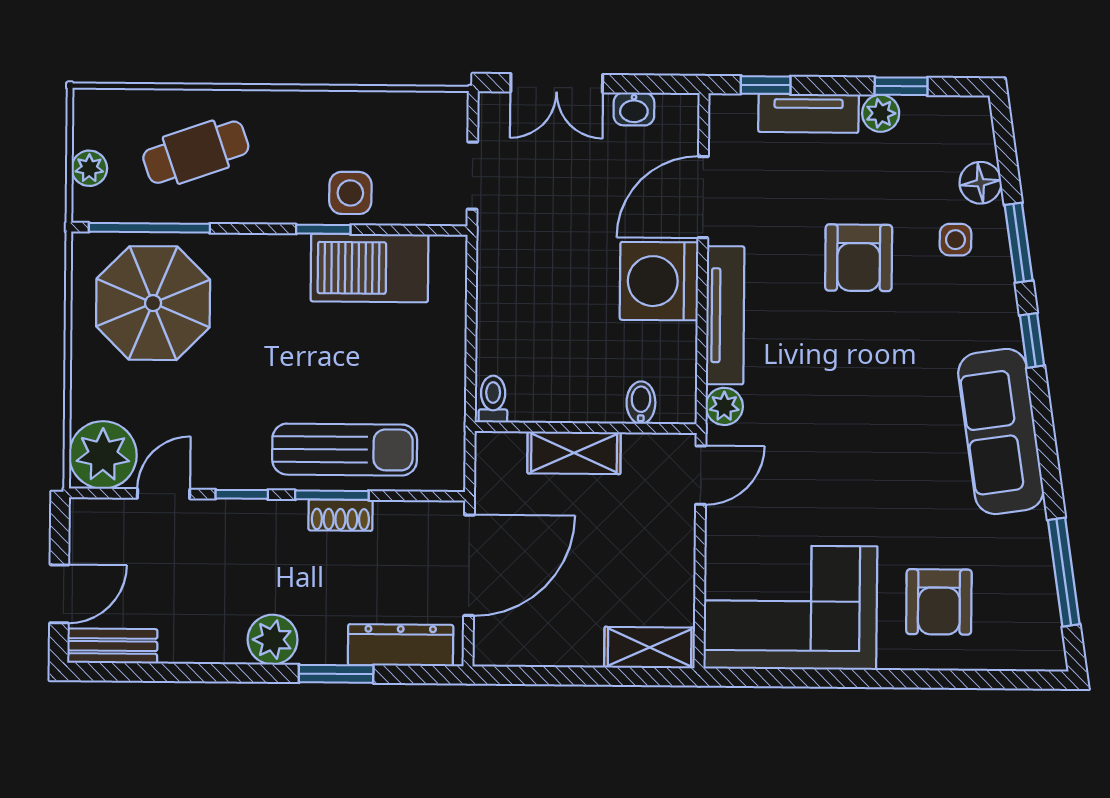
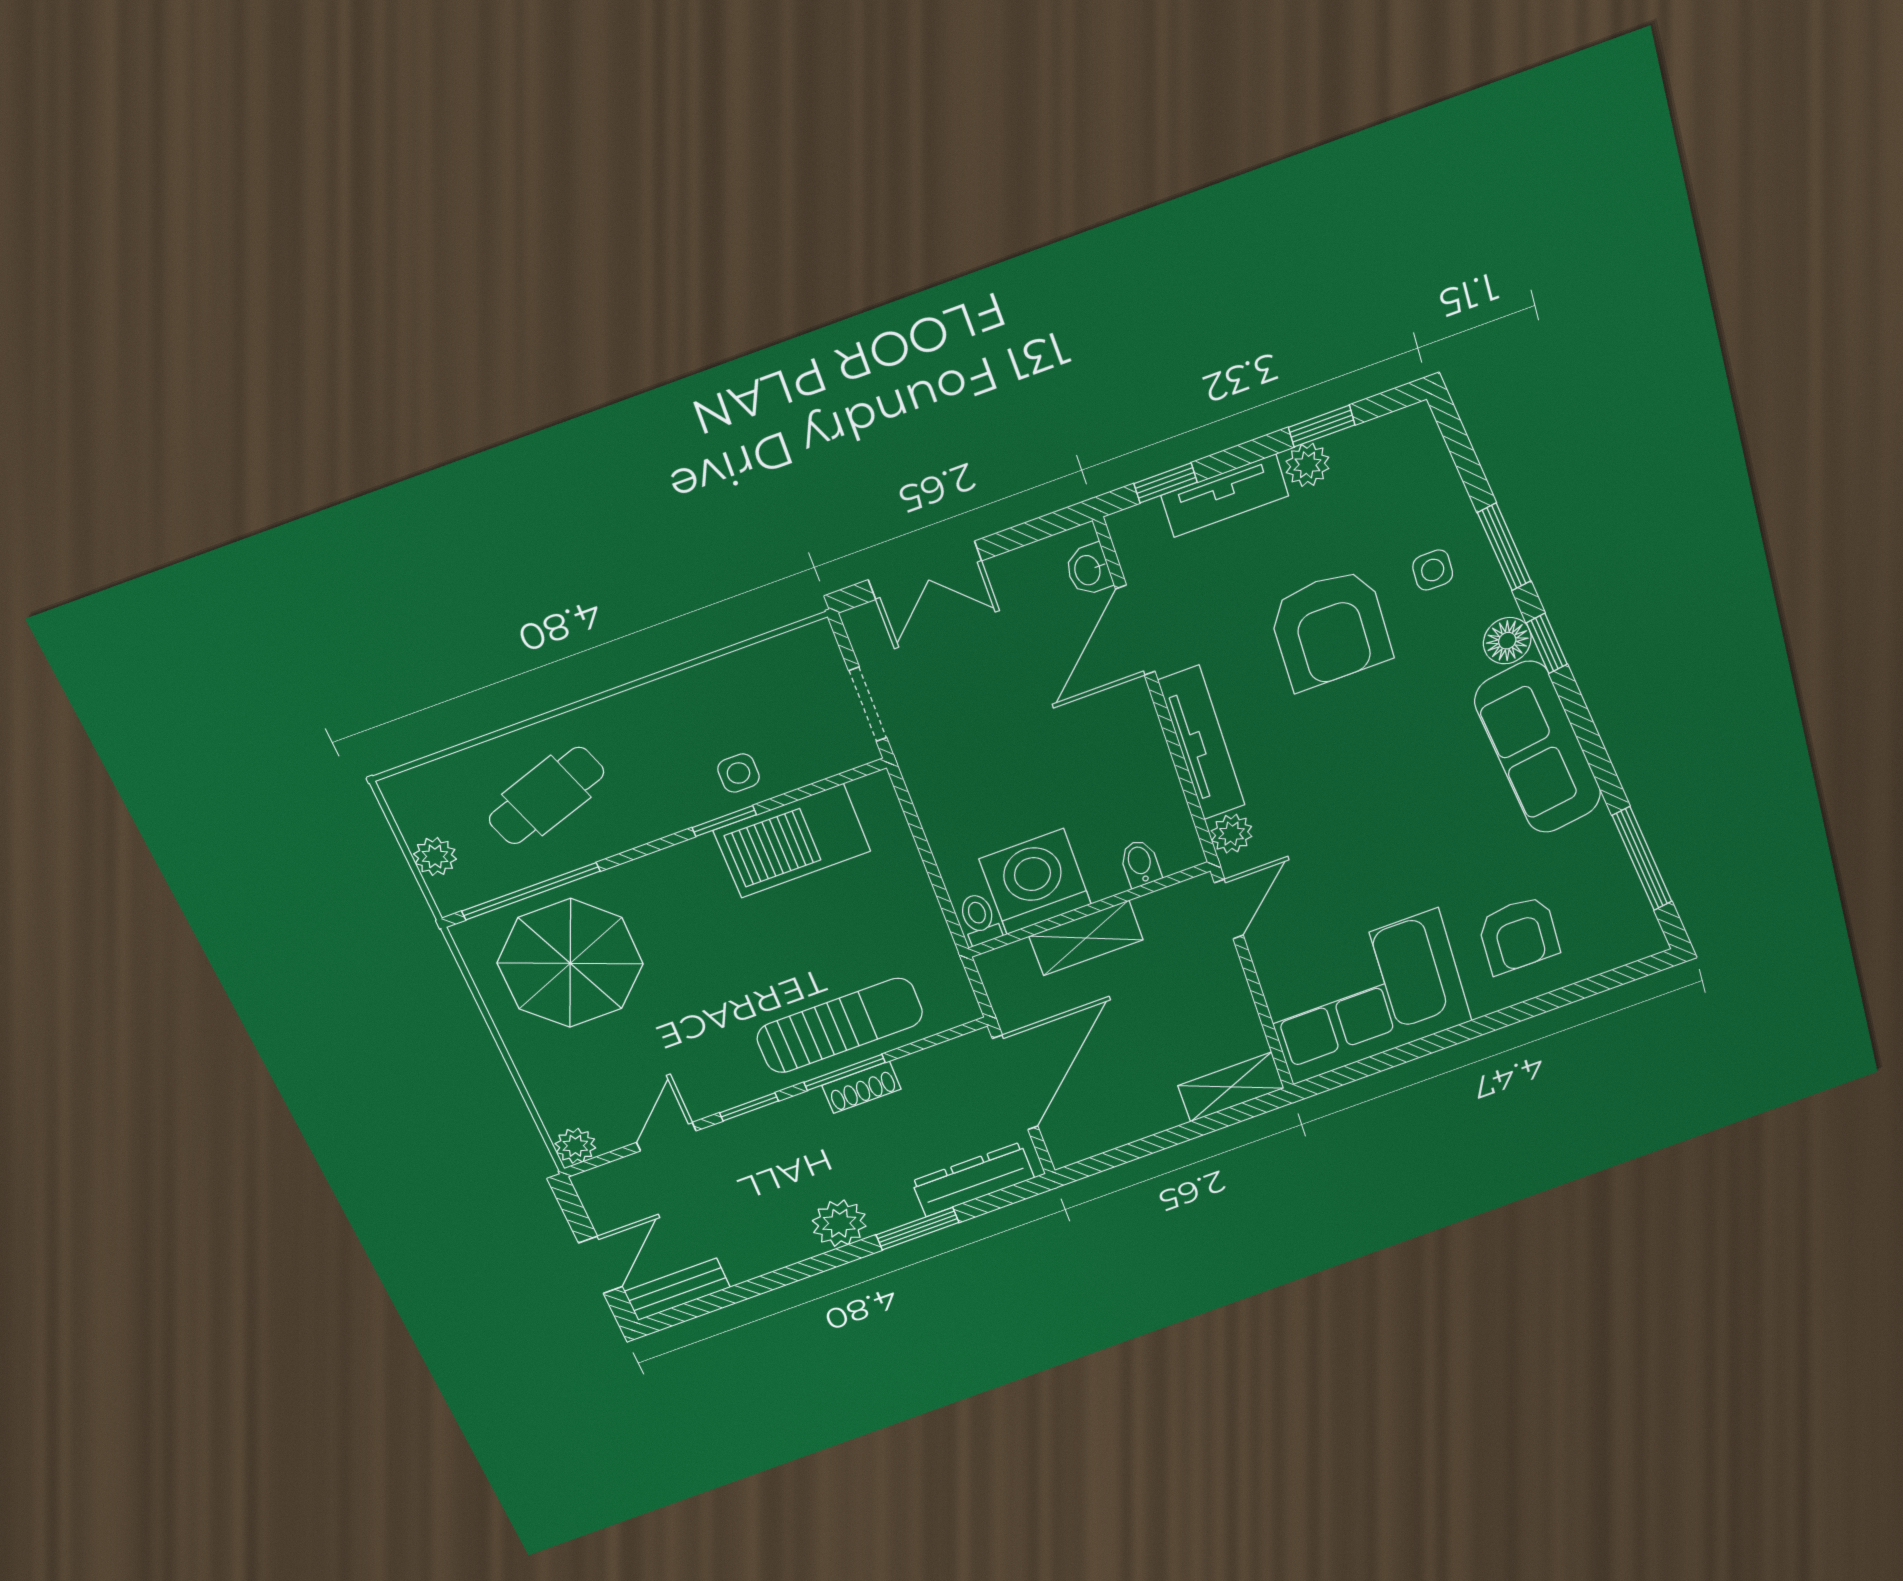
washbasin: (634, 109) -> (1089, 570), moved, turned 90
floor lamp: (980, 183) -> (1507, 641), moved
side table: (350, 193) -> (738, 773), width x0.73, depth x0.73
armchair: (859, 258) -> (1330, 629), width x1.36, depth x1.36
washing machine: (659, 281) -> (1035, 882), moved, turned 90
plant: (103, 455) -> (575, 1146), width x0.53, depth x0.53

